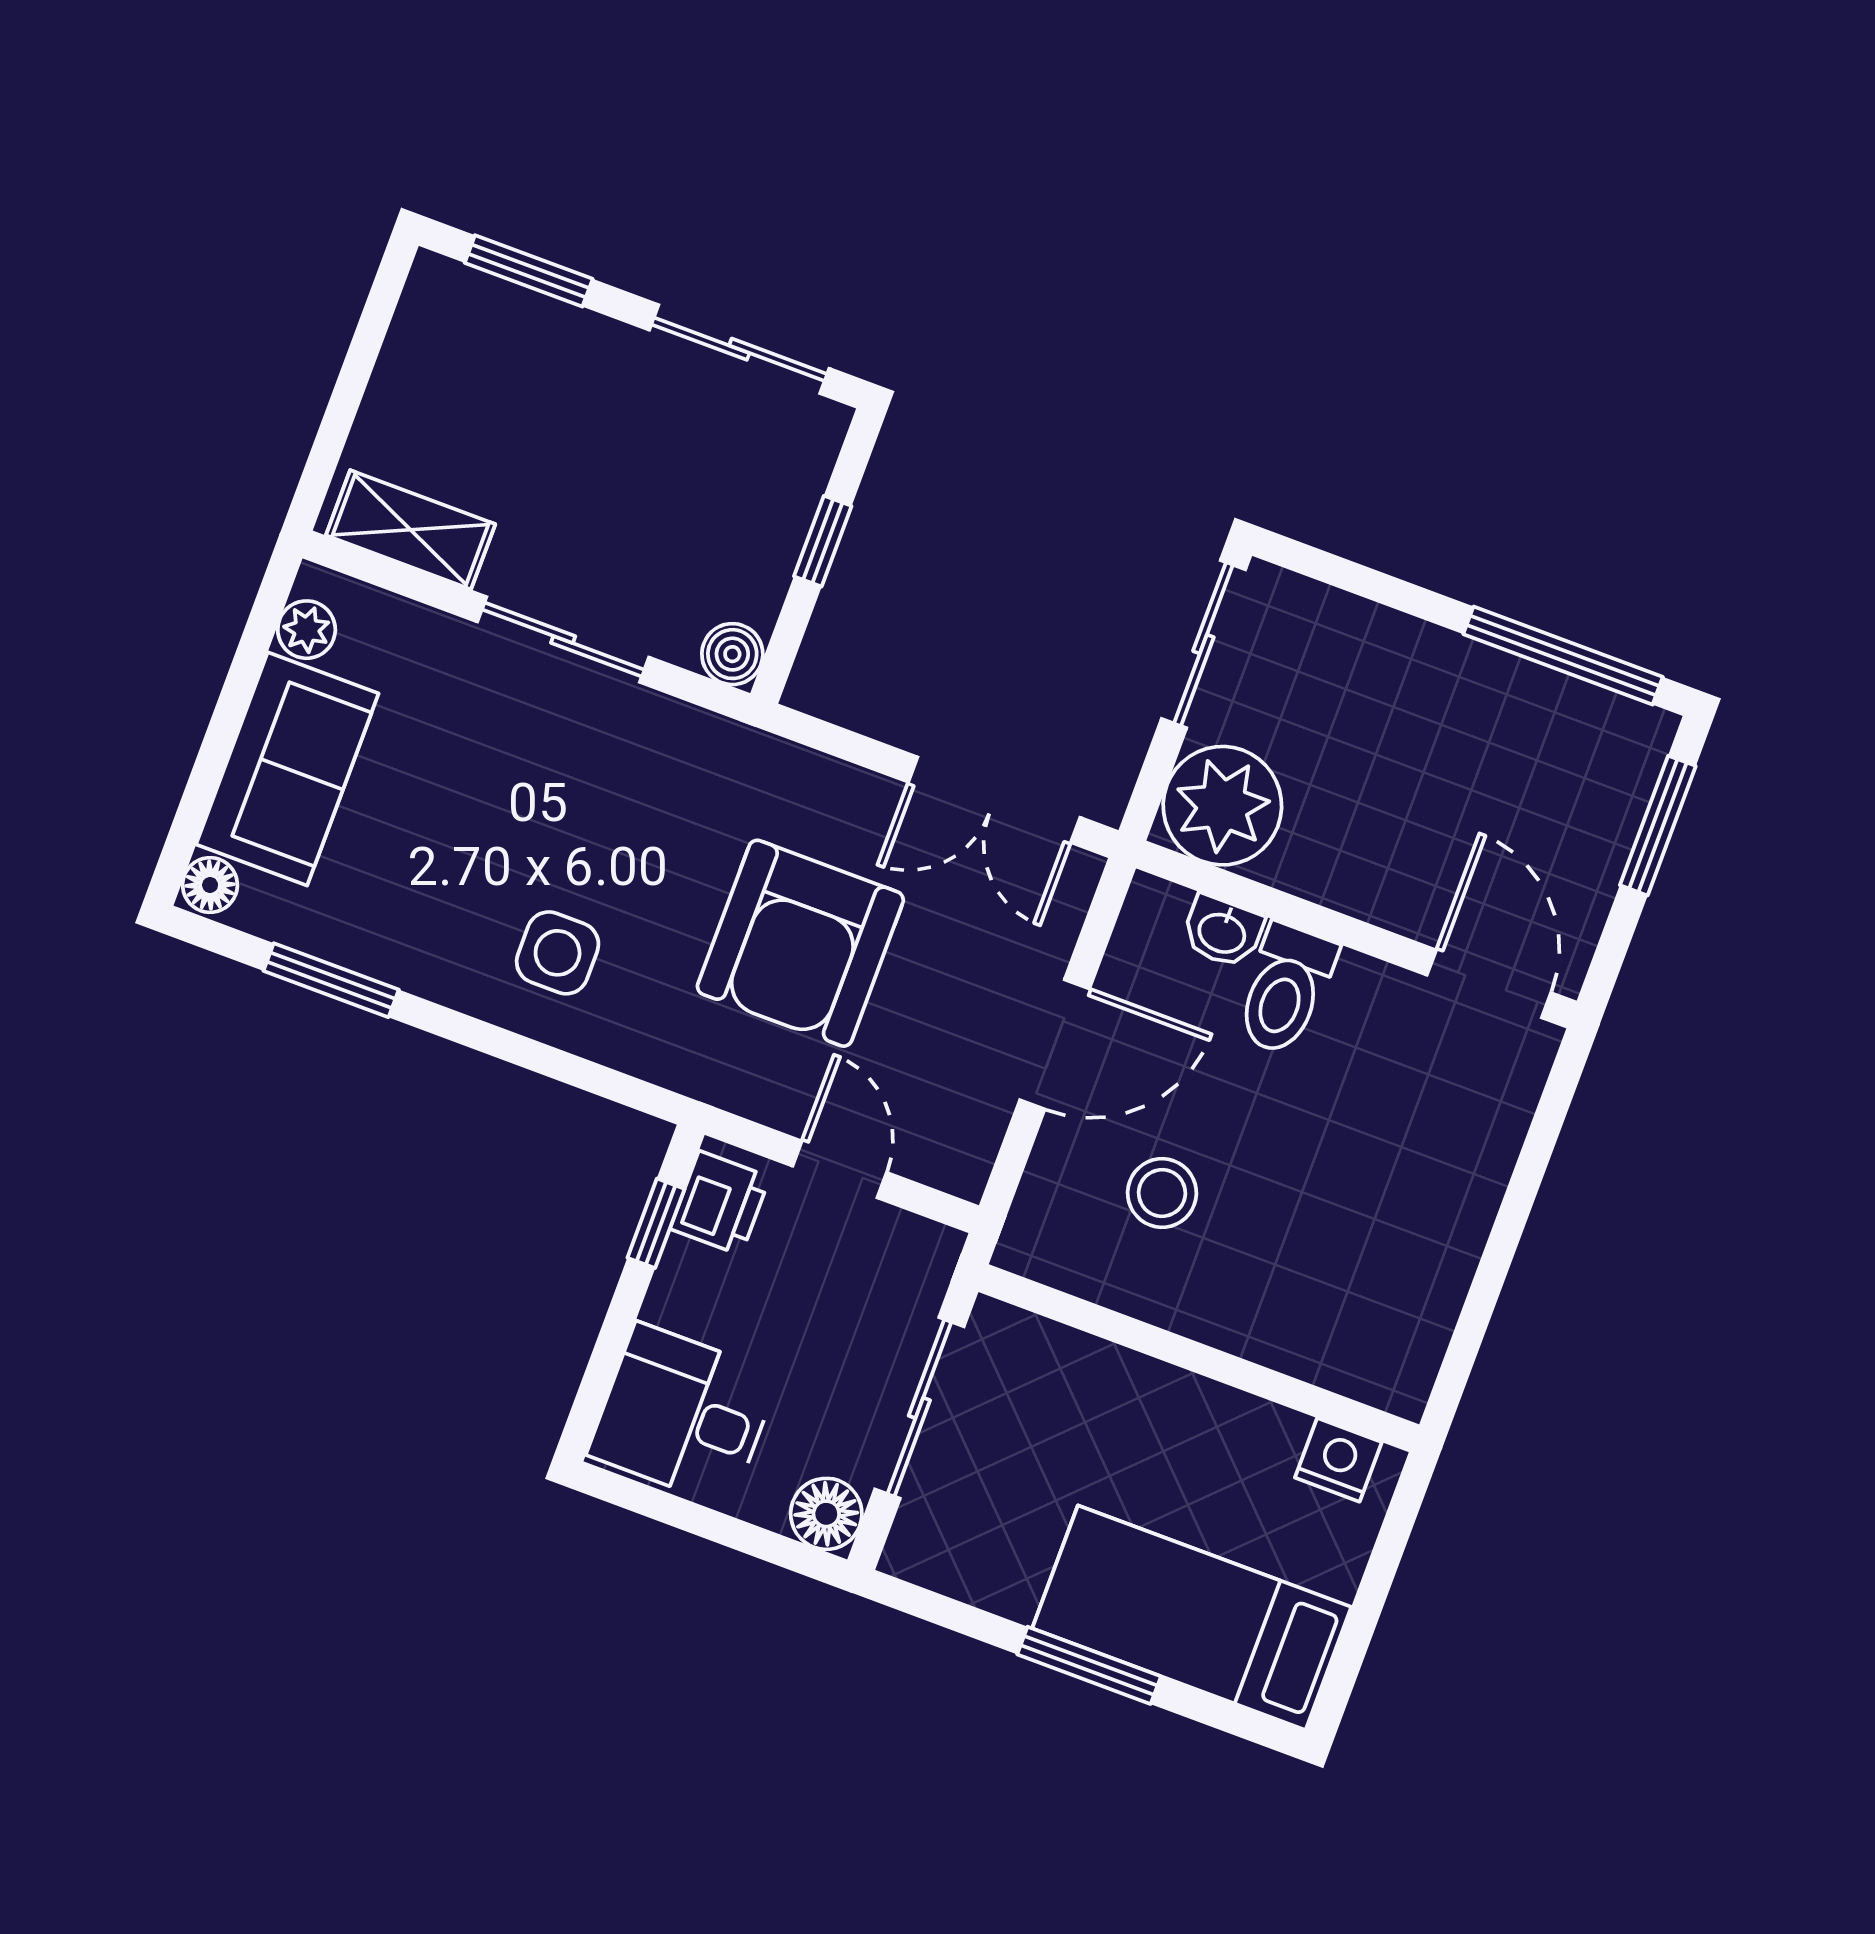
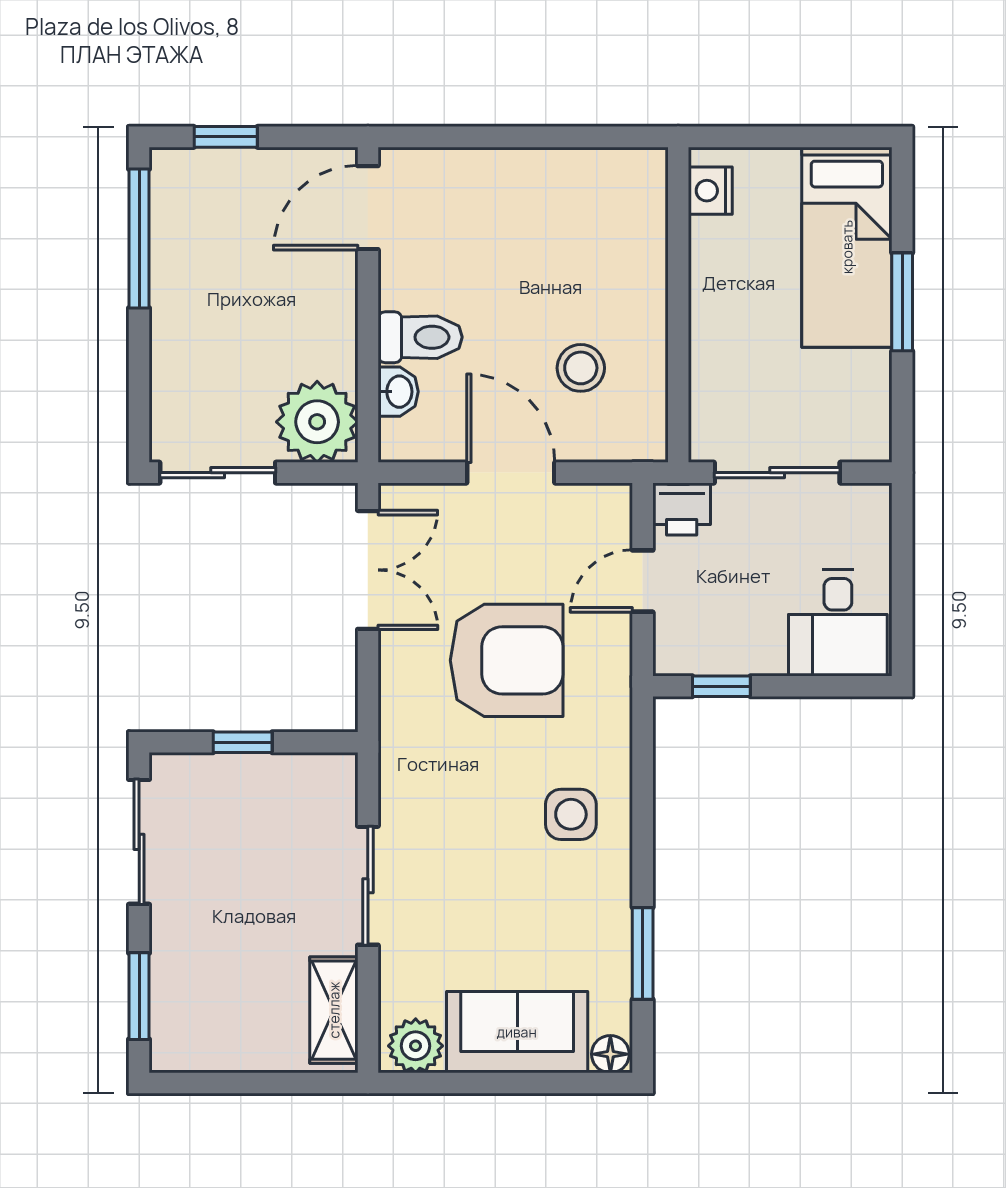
plant: (307, 630) -> (416, 1046), width x1.38, depth x1.38
boiler: (732, 654) -> (337, 773), removed
window: (1658, 826) -> (226, 137), width x0.67
printer: (720, 1203) -> (682, 509), moved, turned 180
floor lamp: (826, 1514) -> (868, 507), removed

